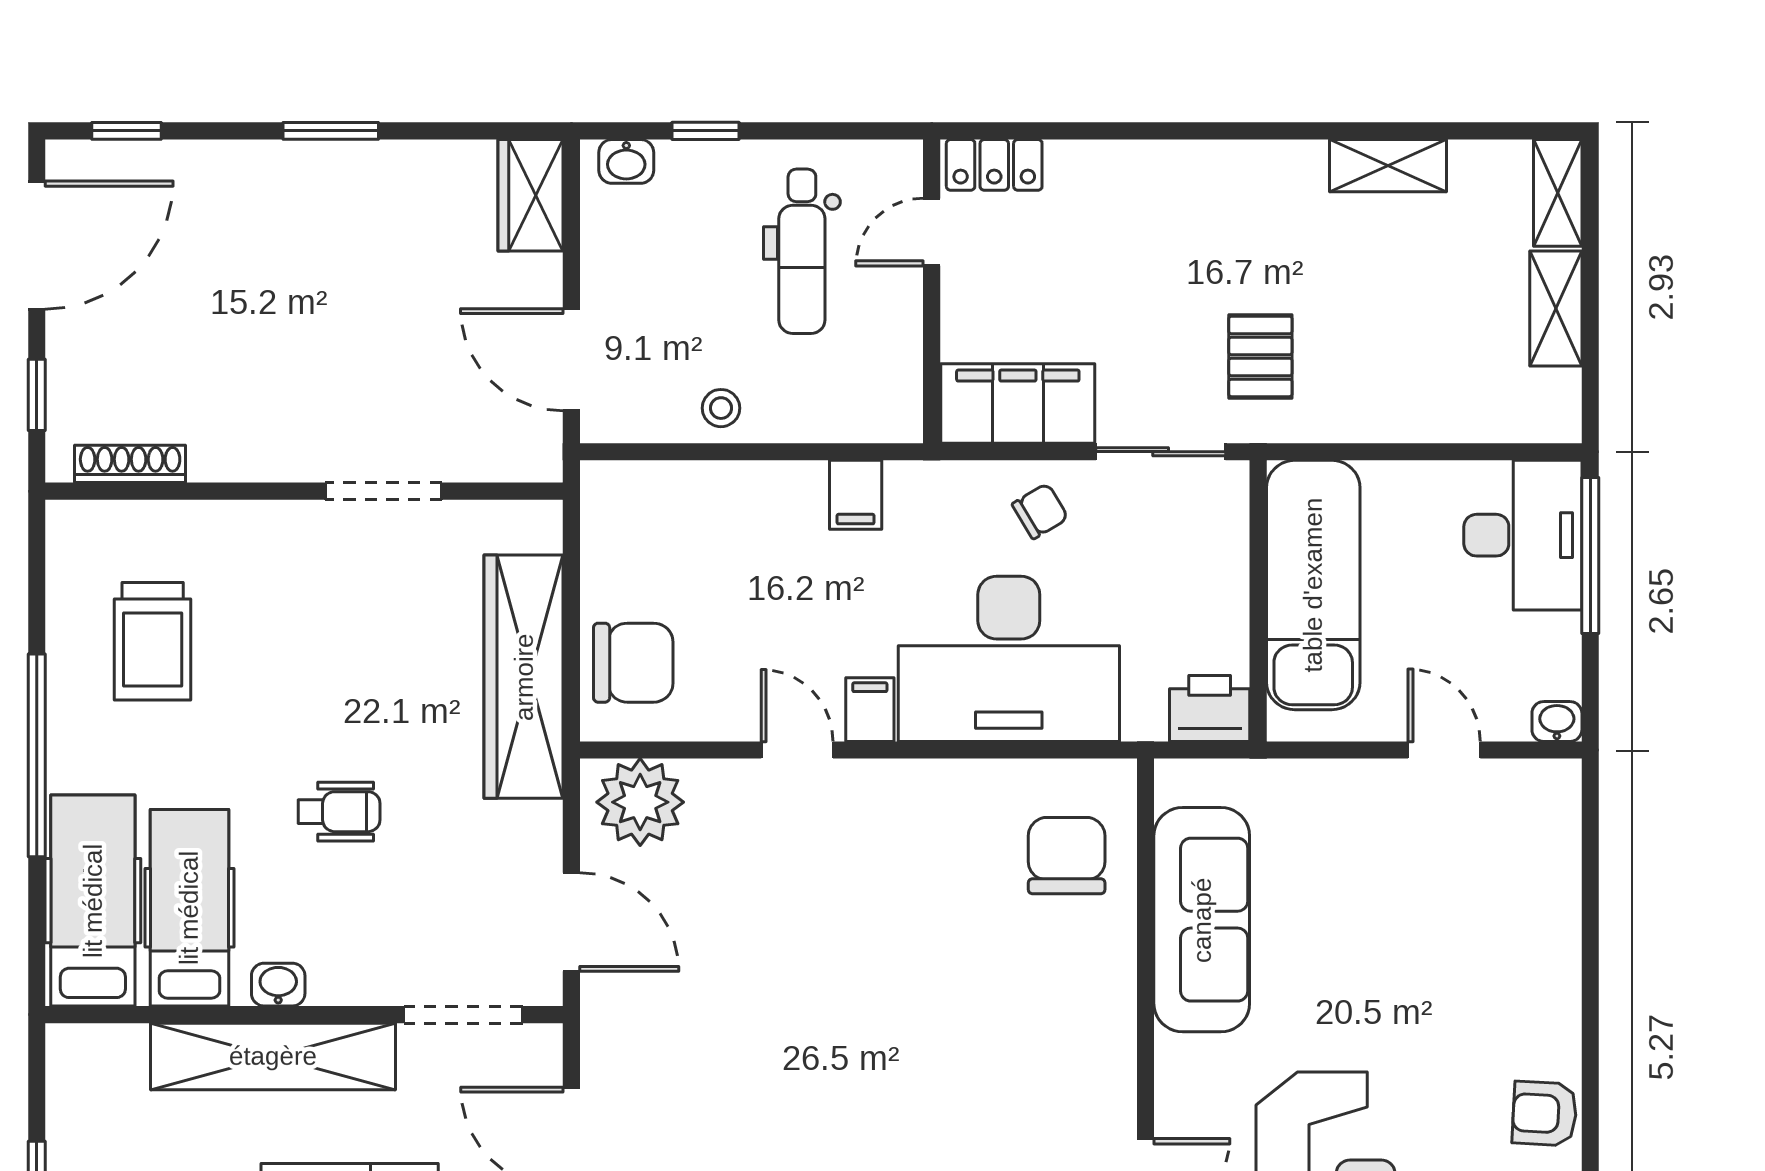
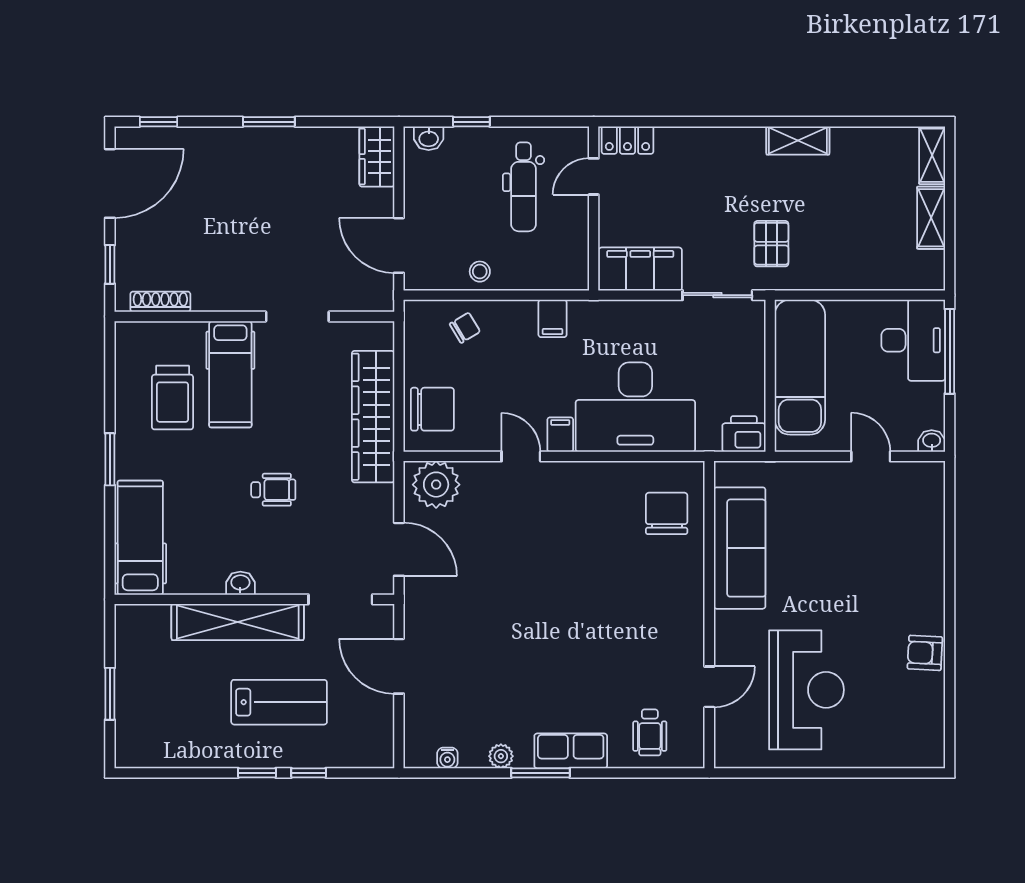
shelving: (1388, 166) -> (798, 140), moved
chair: (1040, 511) -> (465, 328), moved
window: (37, 755) -> (110, 459), width x0.47
hospital bed: (189, 908) -> (230, 374), moved, turned 180

